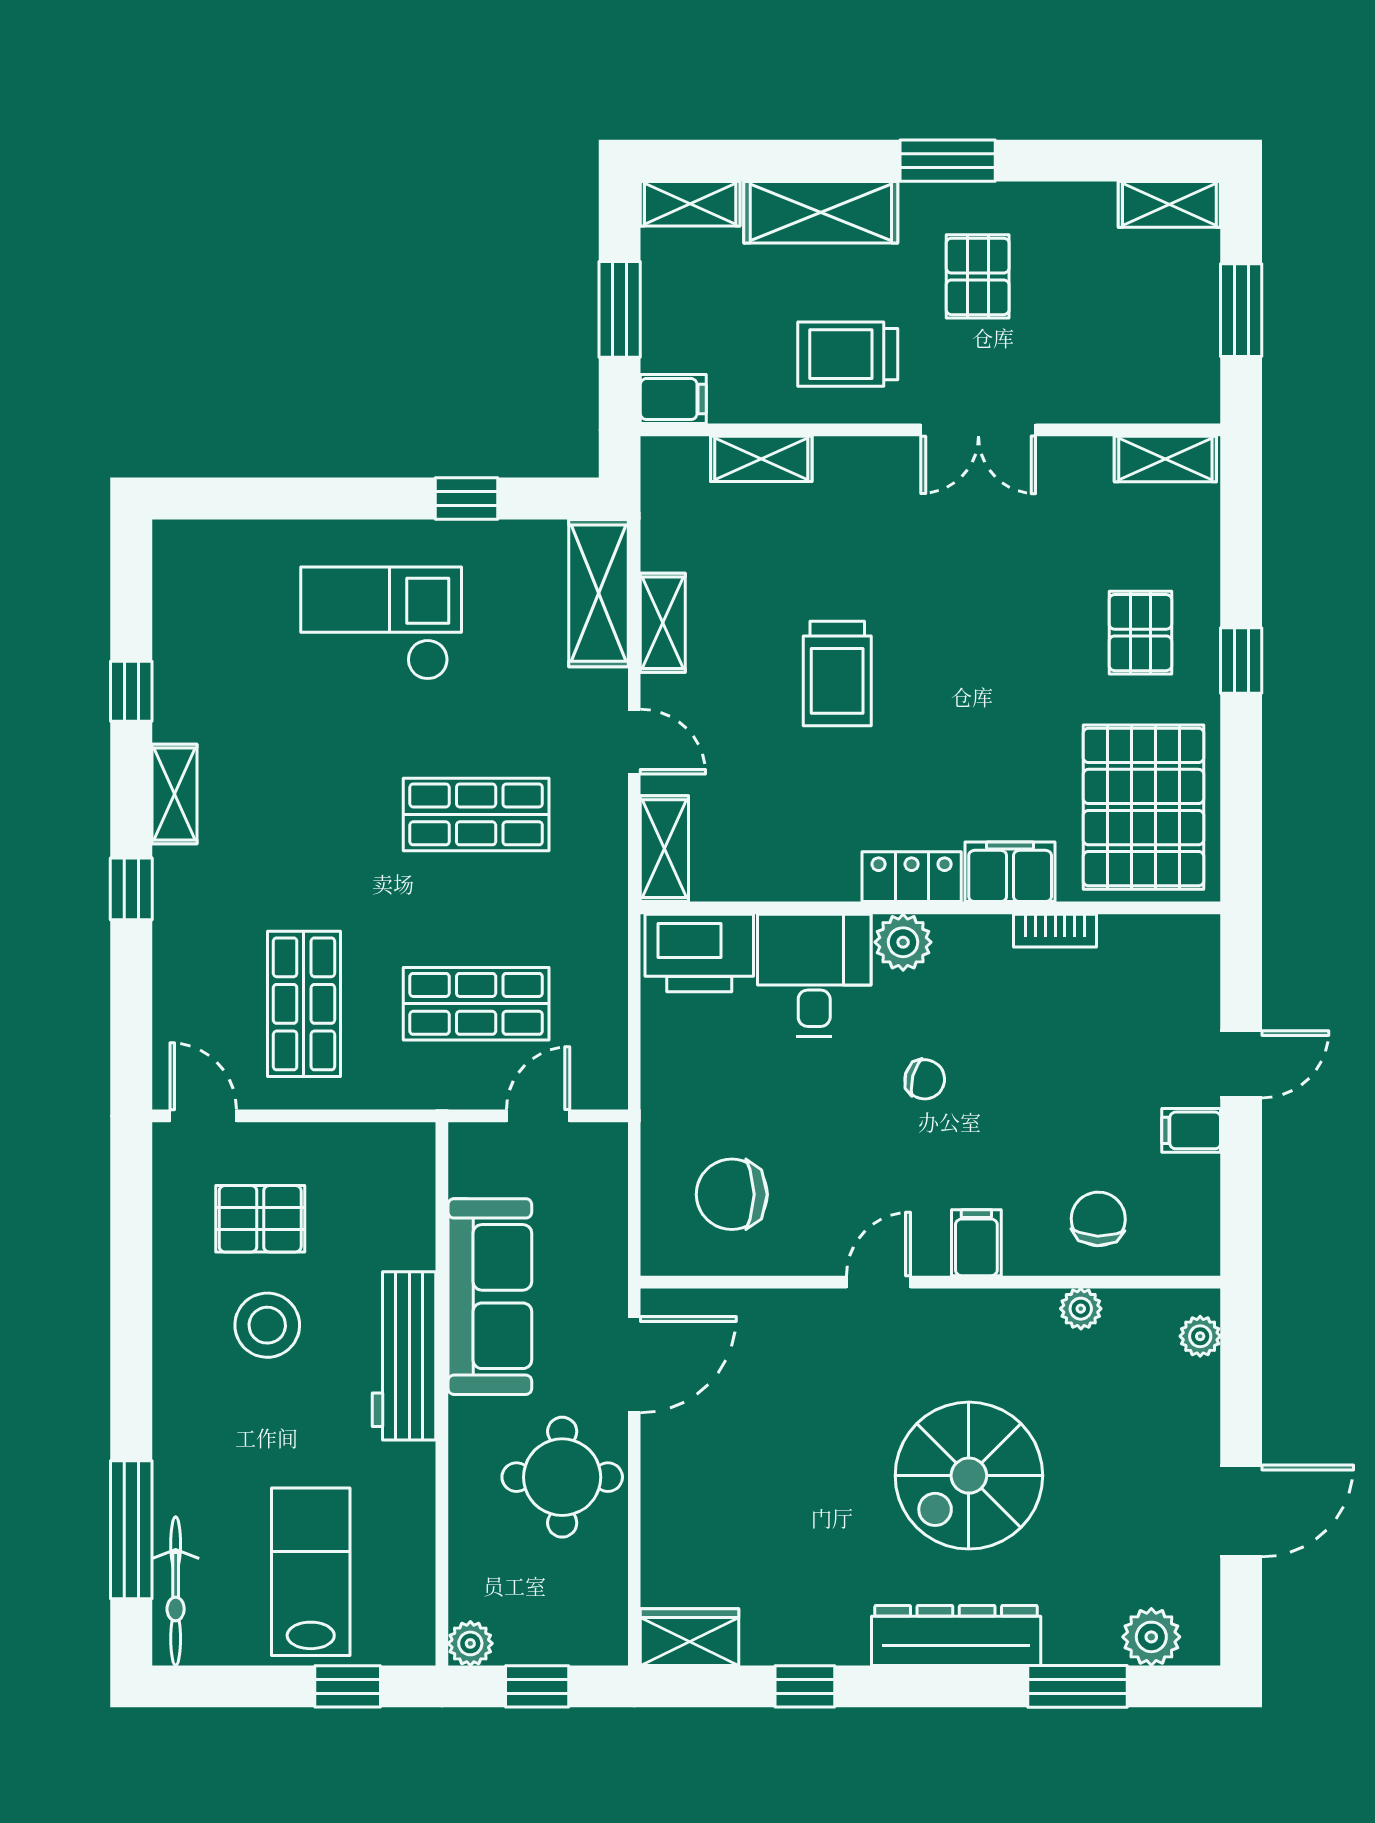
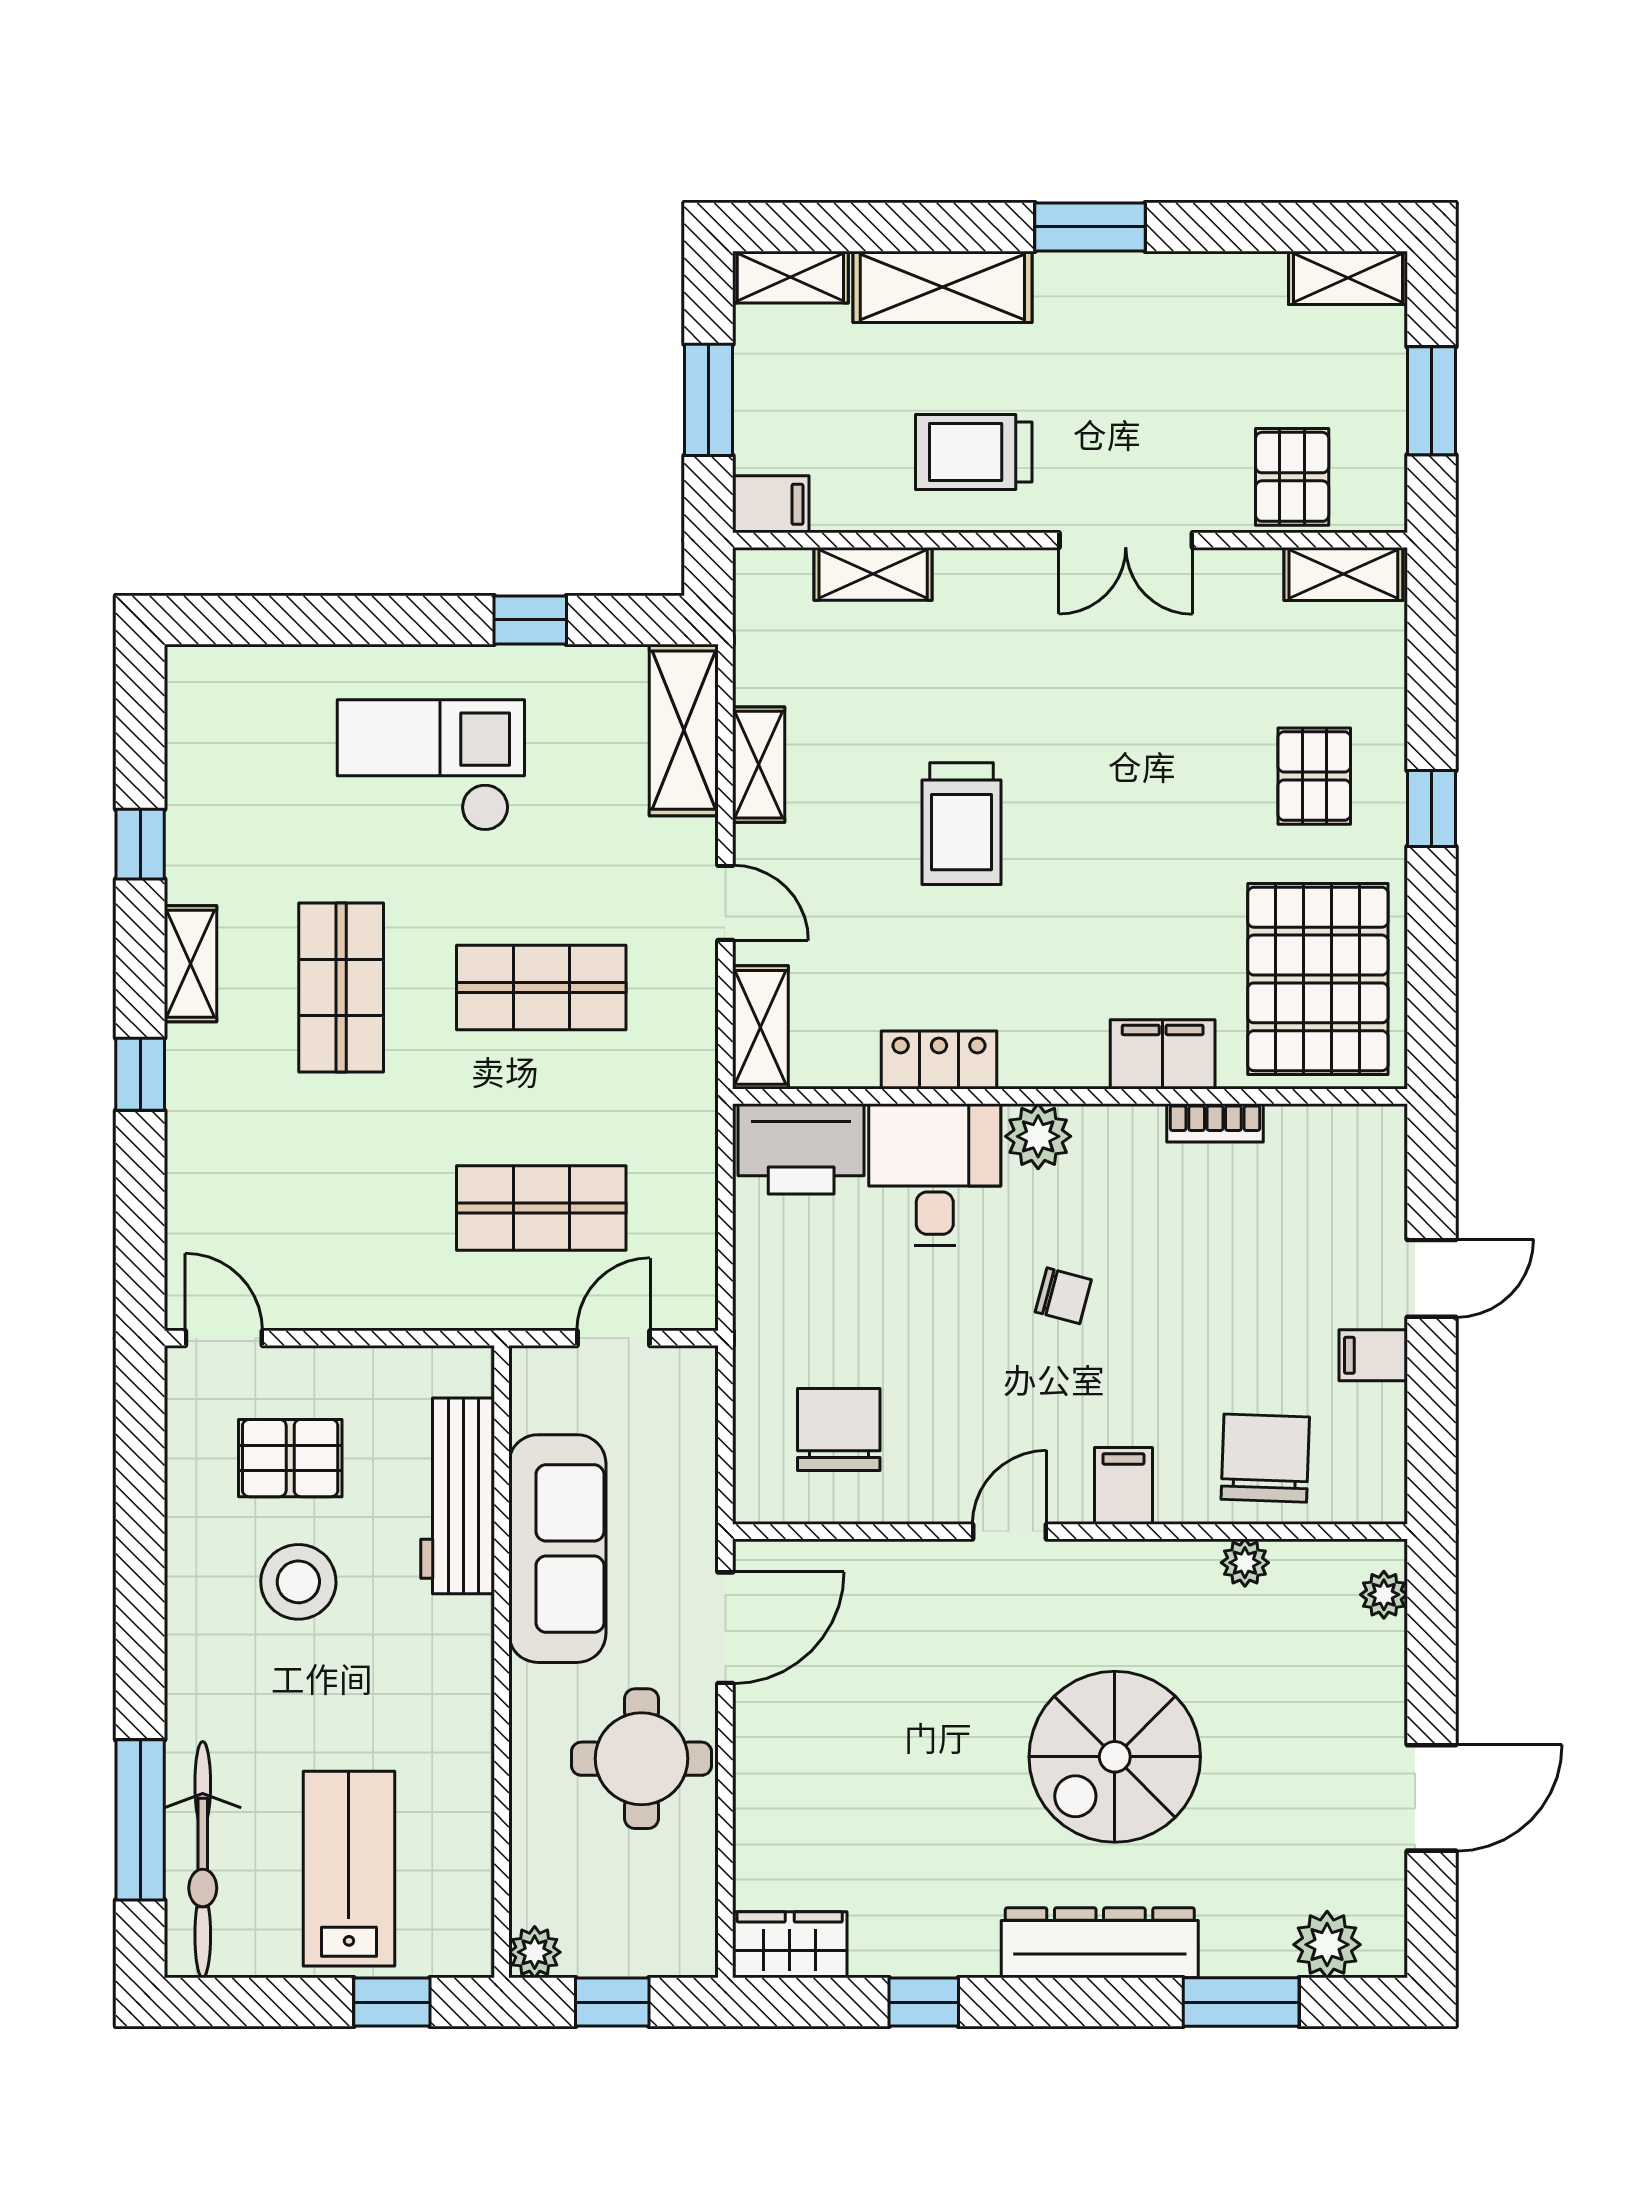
pallet: (978, 276) -> (1292, 477), moved
locker: (912, 877) -> (939, 1060), moved
shop shelf: (304, 1004) -> (341, 988), moved
chair: (732, 1194) -> (839, 1430), turned 90
chair: (1098, 1219) -> (1265, 1458), width x1.37, depth x1.37
workbench: (404, 1356) -> (458, 1496), moved
bicycle: (176, 1591) -> (203, 1860), width x1.37, depth x1.40

